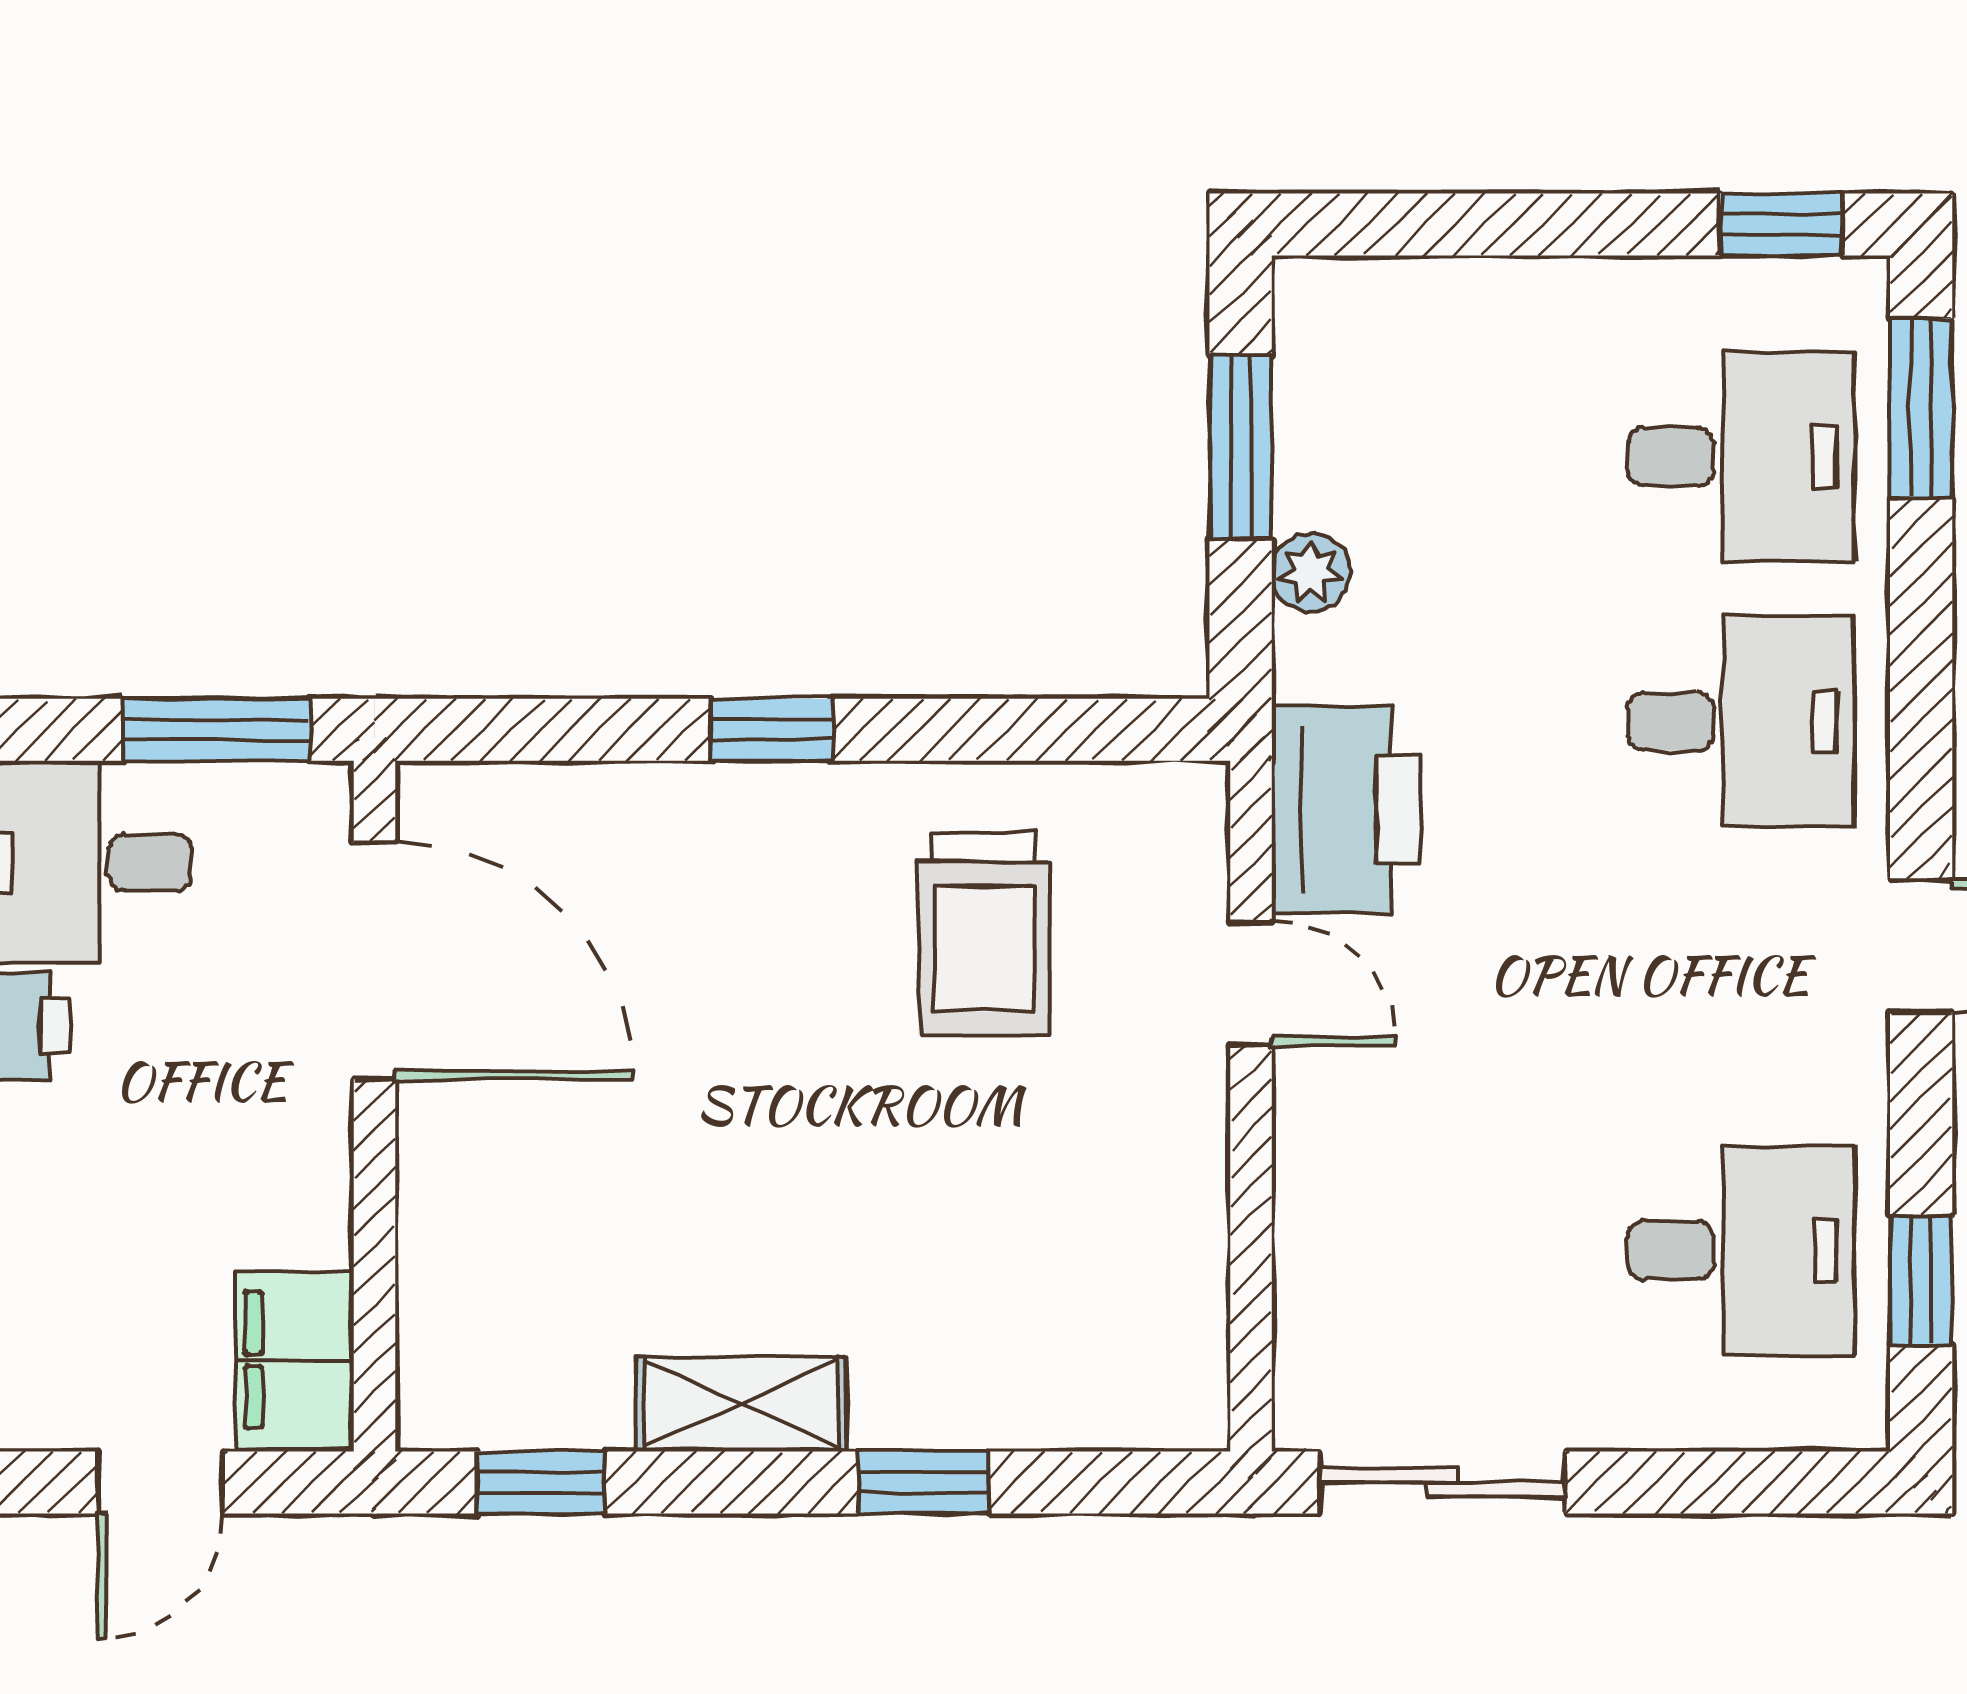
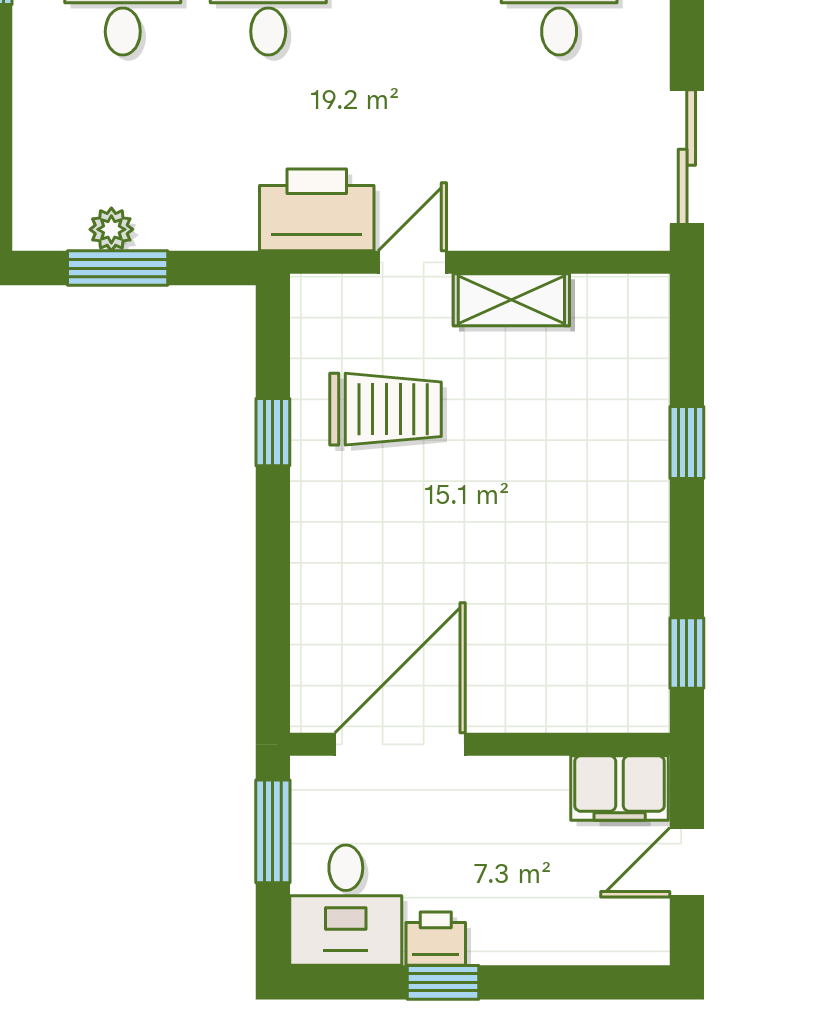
plant: (1311, 572) -> (111, 229), moved
window: (772, 730) -> (273, 432), moved
shelving: (741, 1404) -> (511, 300), moved, turned 90
door: (160, 1482) -> (687, 862), swing flipped

